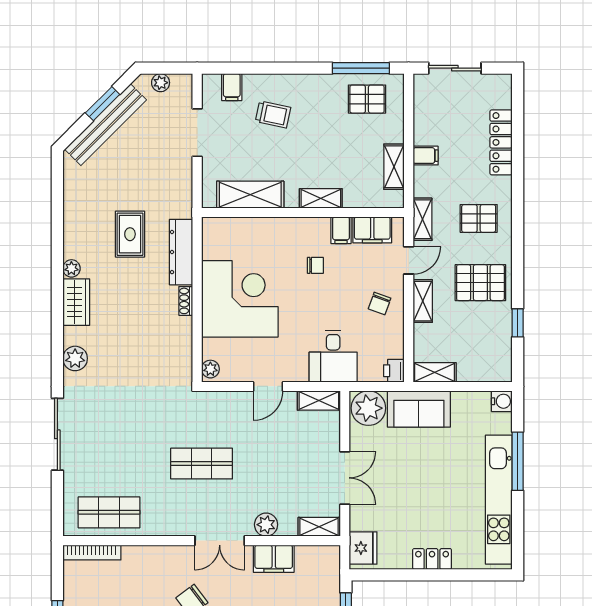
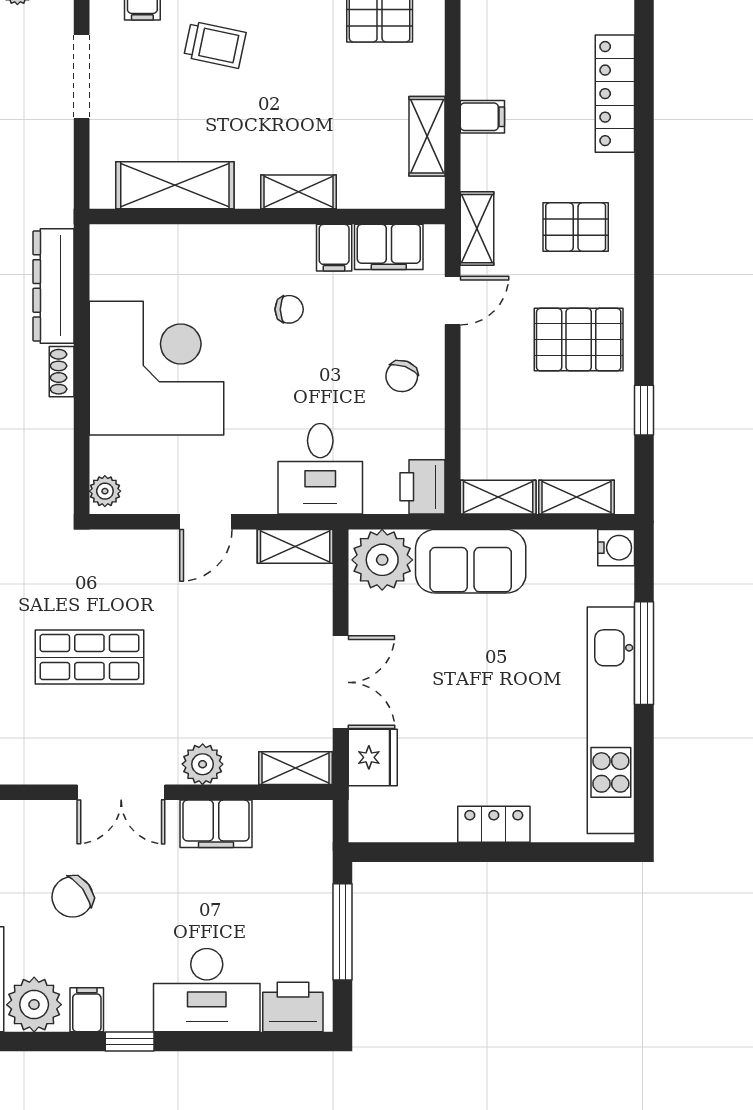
shelving: (423, 301) -> (577, 497), moved, turned 90
printer: (394, 371) -> (422, 487), width x1.36, depth x1.24
fridge: (363, 548) -> (373, 757), moved

